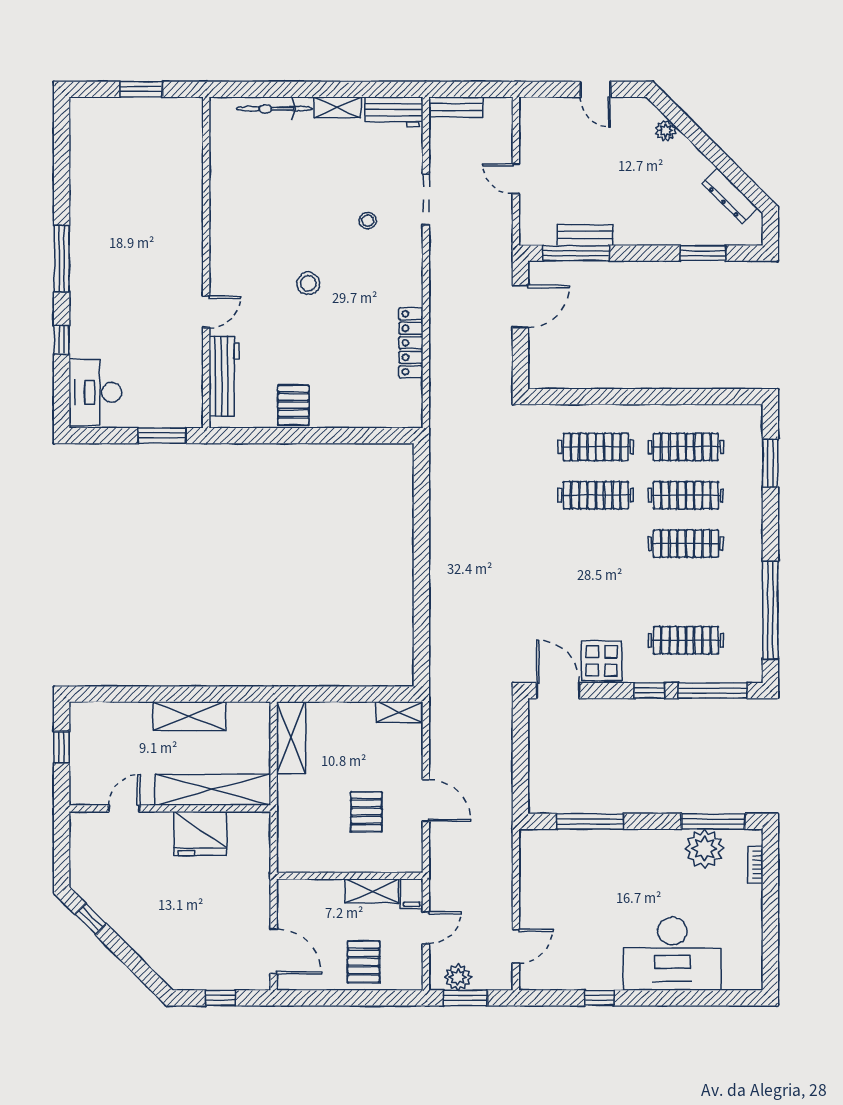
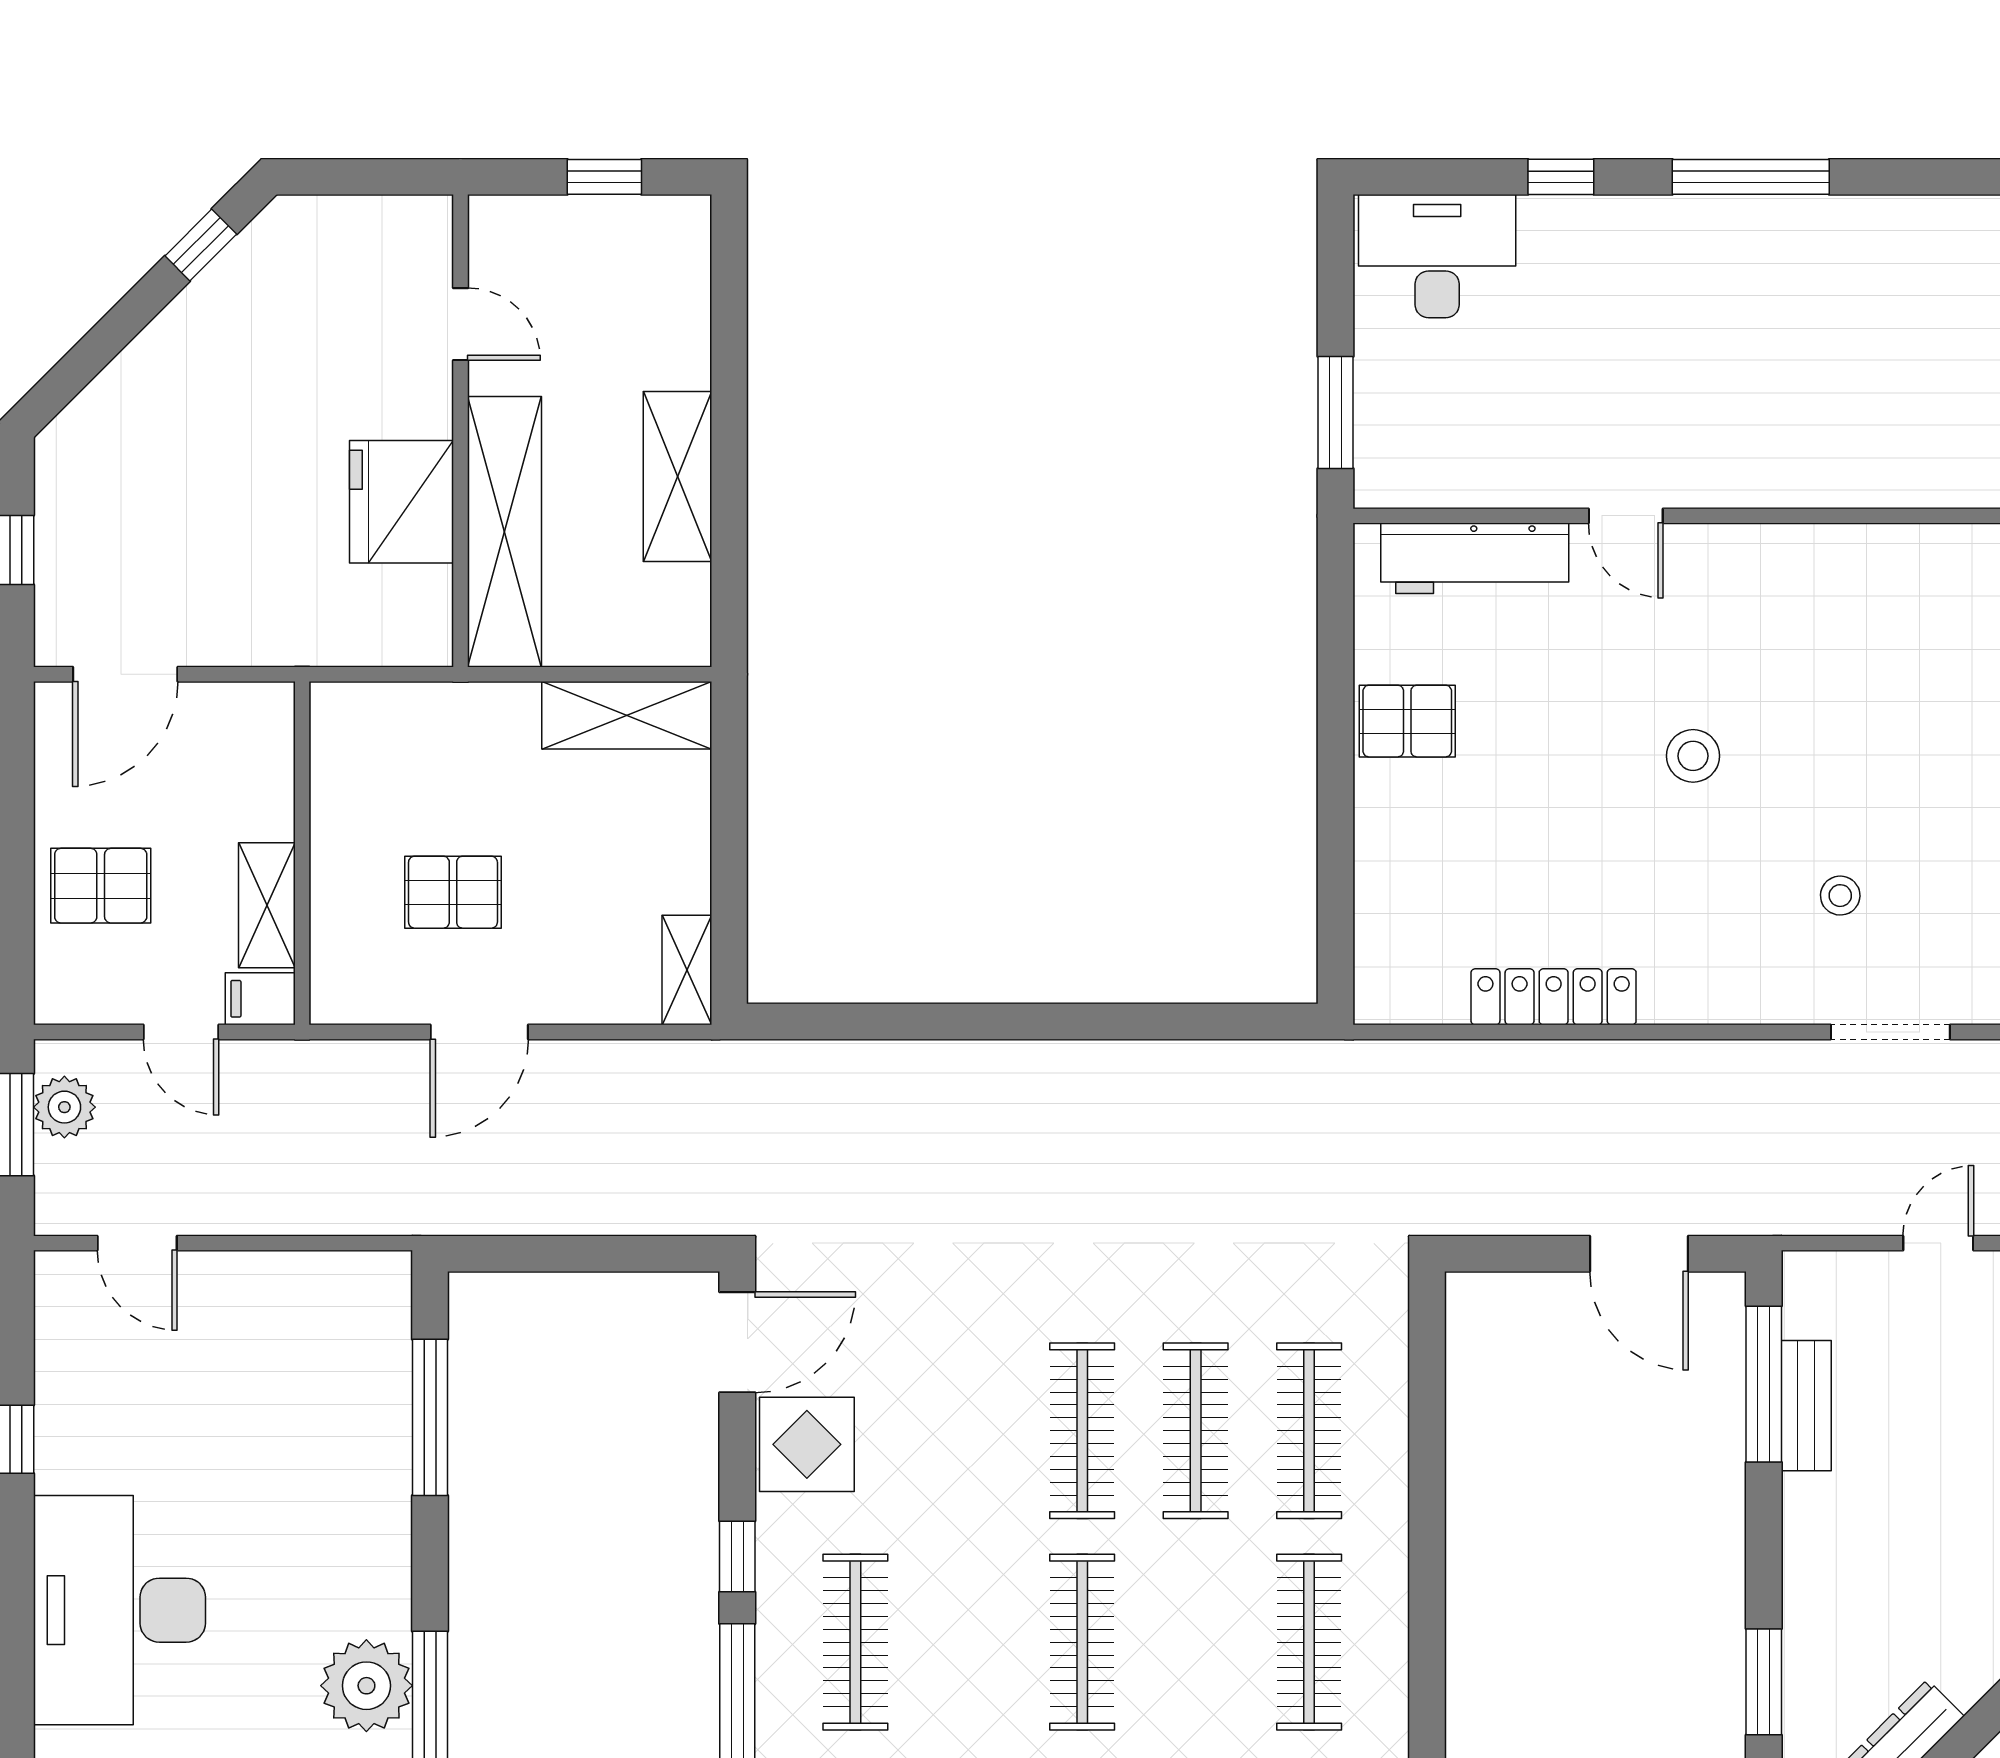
clothes rail: (686, 495) -> (1082, 1431), moved

